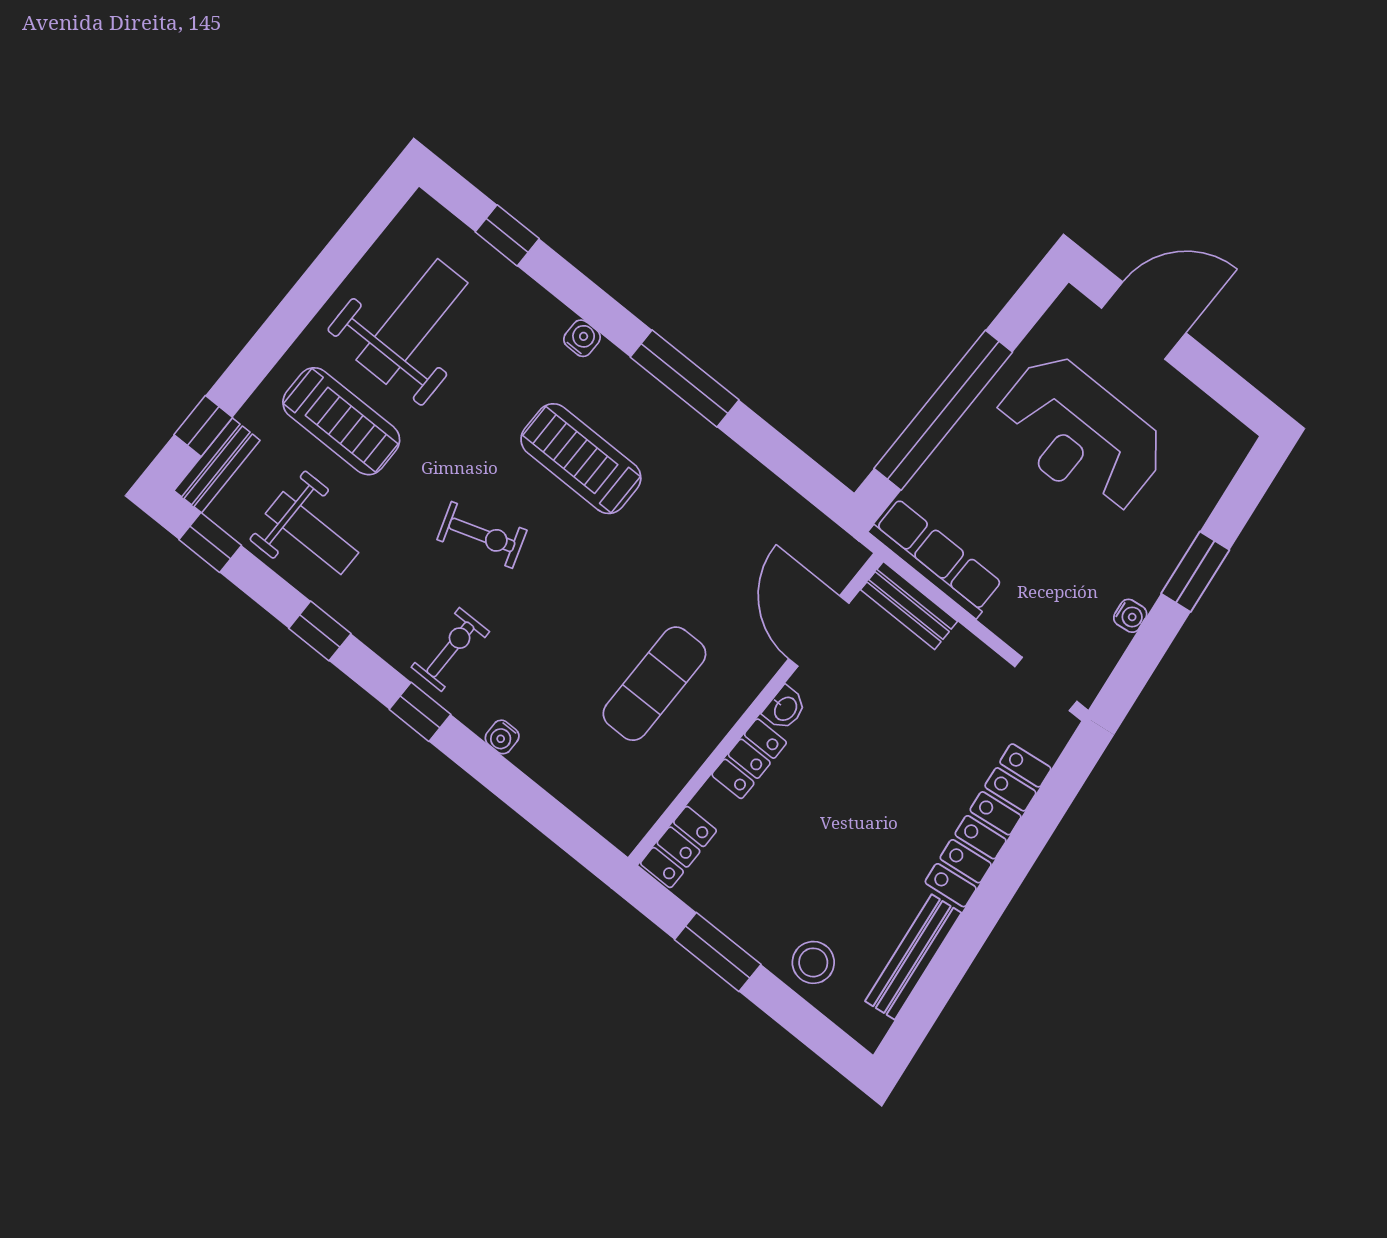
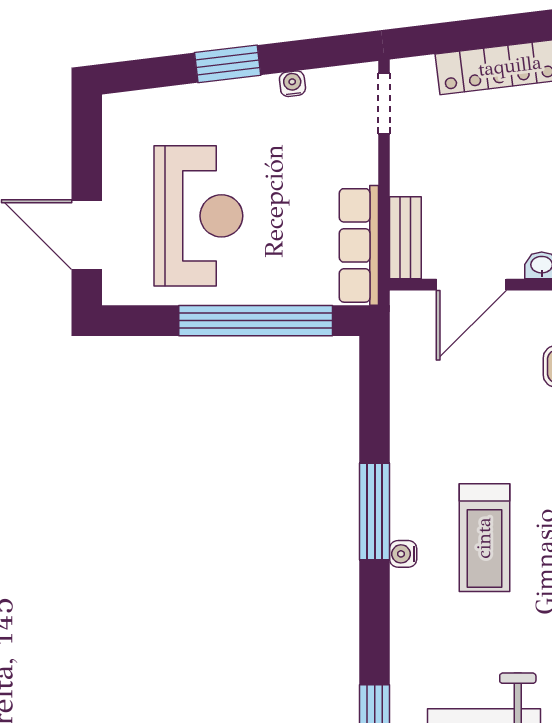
water cooler: (582, 338) -> (403, 554), moved

